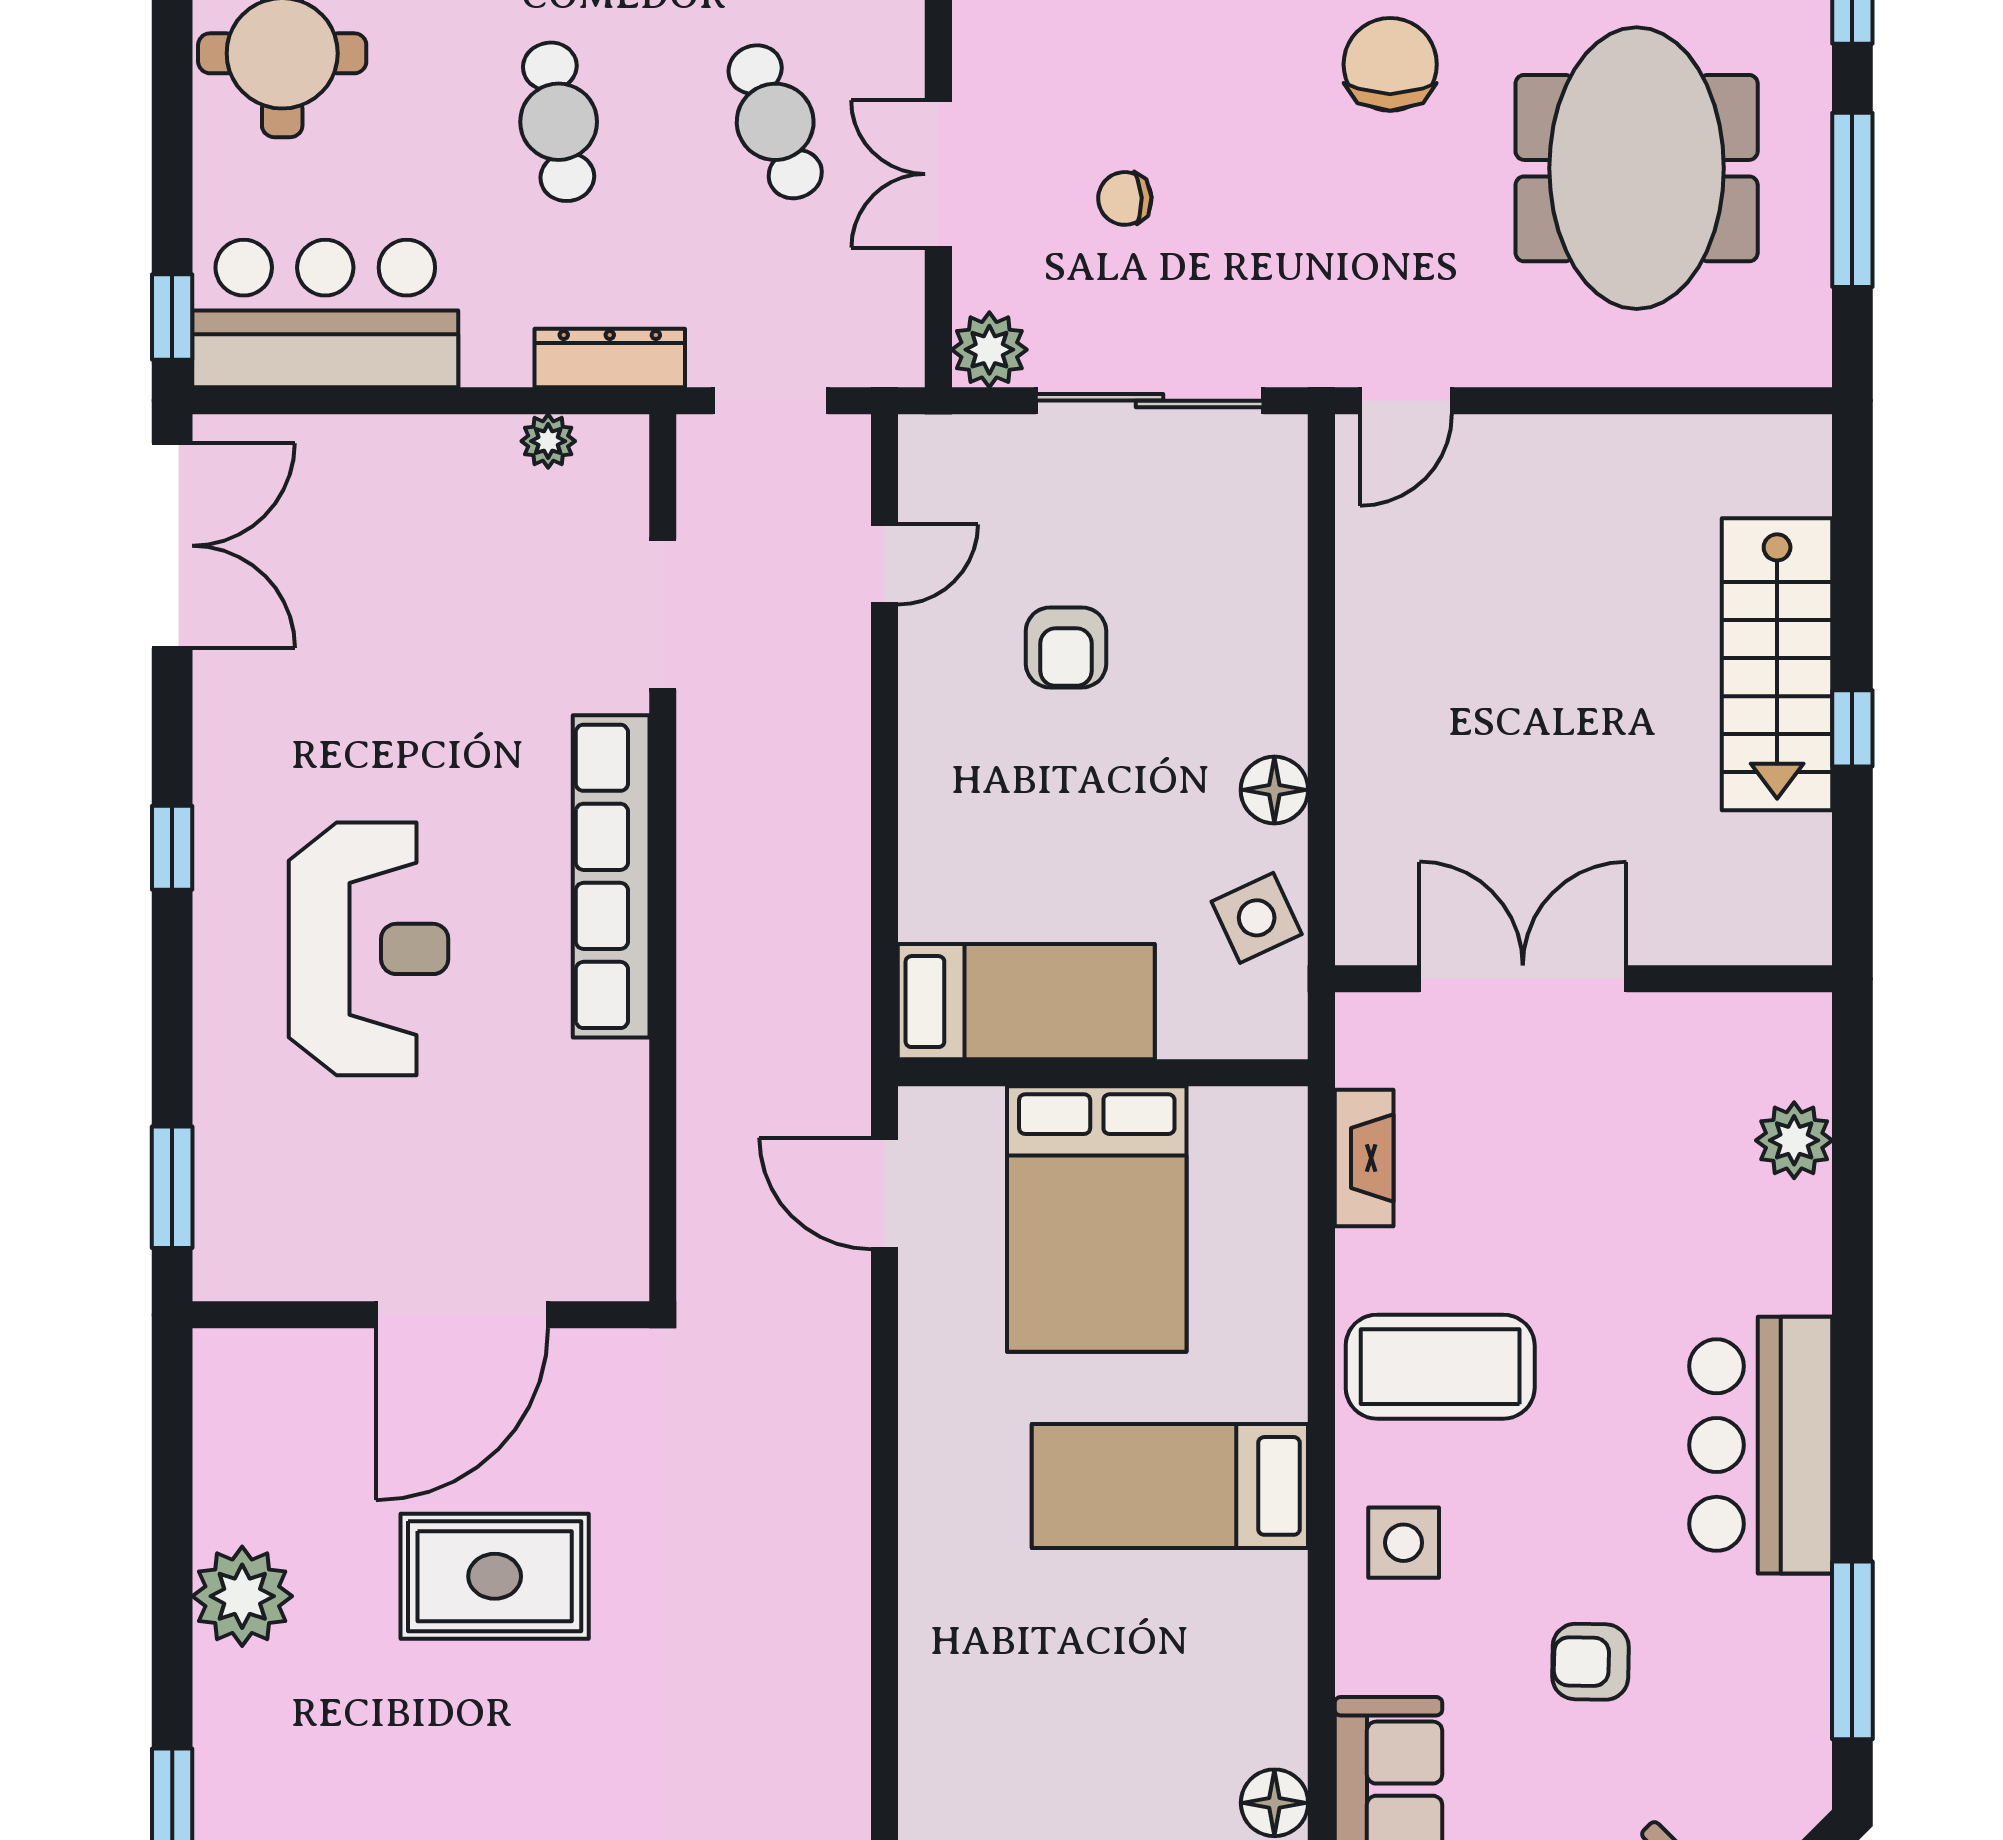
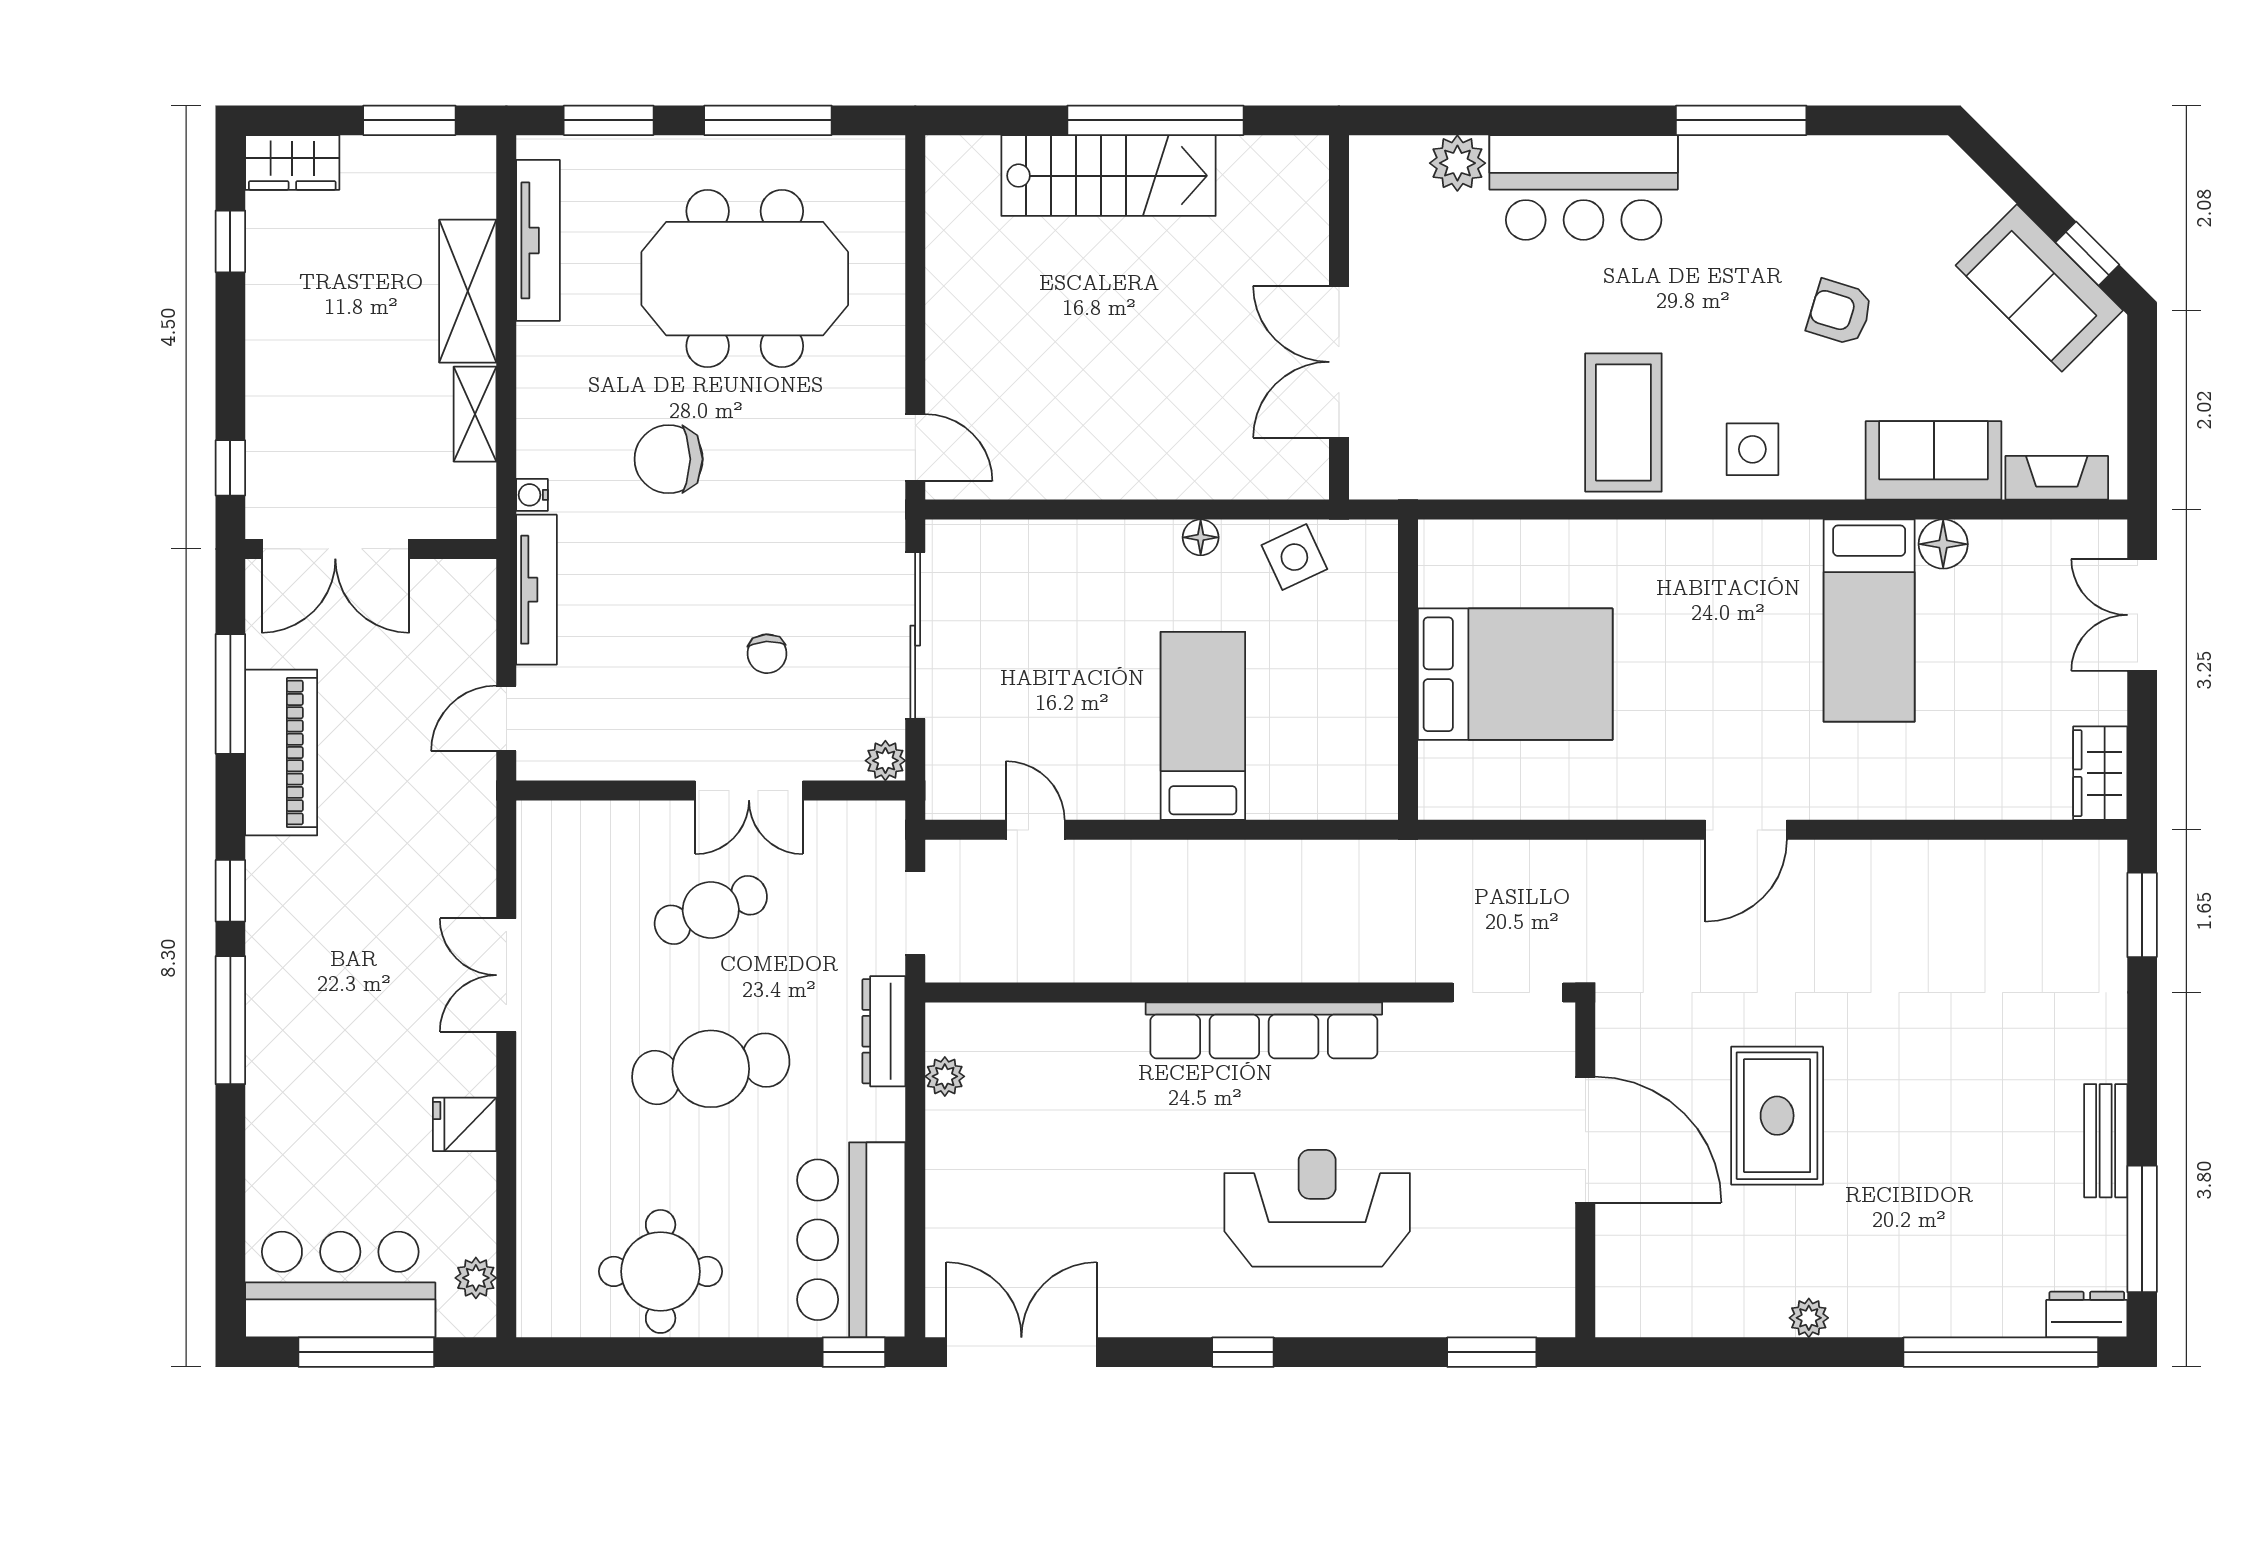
cafe table: (559, 122) -> (711, 1069), width x1.37, depth x1.35
plant: (989, 350) -> (885, 761), width x0.73, depth x0.73
doorway: (663, 614) -> (1508, 992), moved
armchair: (1066, 647) -> (1096, 697), removed
window: (1852, 728) -> (1155, 120), width x3.17
floor lamp: (1274, 790) -> (1201, 537), width x0.73, depth x0.73
bed: (1026, 1002) -> (1203, 726), moved
fireplace: (1364, 1158) -> (1470, 478), removed
door: (885, 1193) -> (1746, 830), moved
bar counter: (1761, 1445) -> (1584, 187), moved
bed: (1170, 1486) -> (1869, 621), moved
plant: (242, 1596) -> (1809, 1318), width x0.53, depth x0.53
window: (1852, 1650) -> (1741, 120), moved
armchair: (1590, 1662) -> (1840, 312), turned 106

